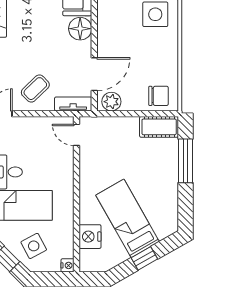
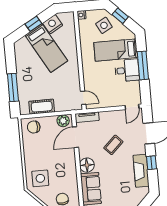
coffee table: (35, 89) -> (113, 145), moved
cot: (159, 127) -> (42, 107), moved
nightstand: (90, 237) -> (53, 24), moved, turned -120

